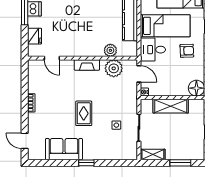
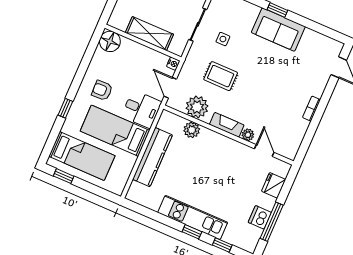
plant: (69, 64) -> (248, 135), added
rug: (84, 113) -> (221, 76), moved, turned 90
sofa: (64, 149) -> (278, 30), moved

